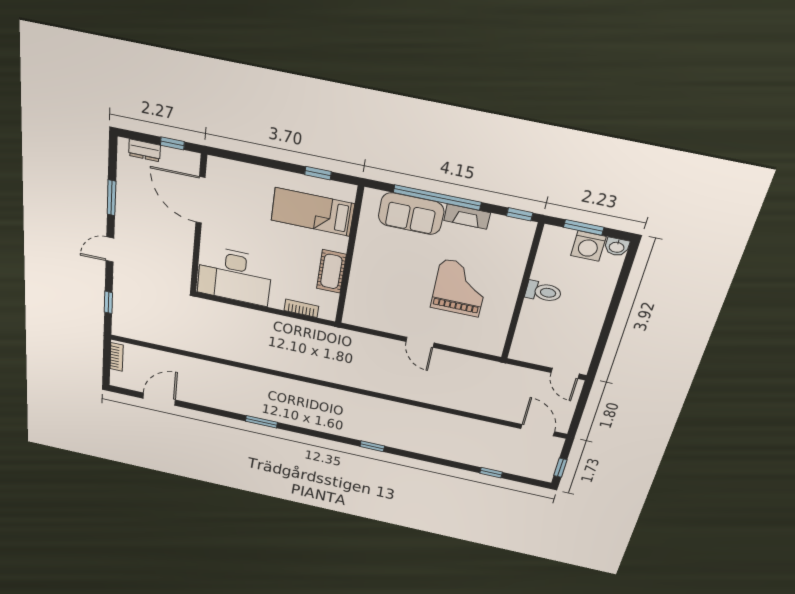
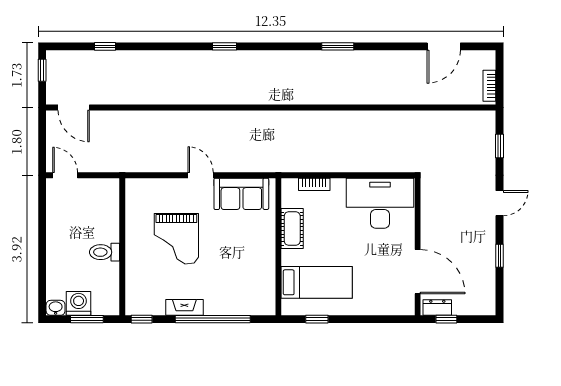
dresser: (144, 150) -> (437, 307), moved
window: (111, 198) -> (499, 256), width x0.67
sofa: (411, 214) -> (241, 194), moved, turned 180

